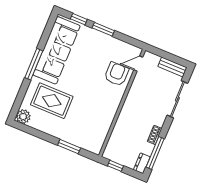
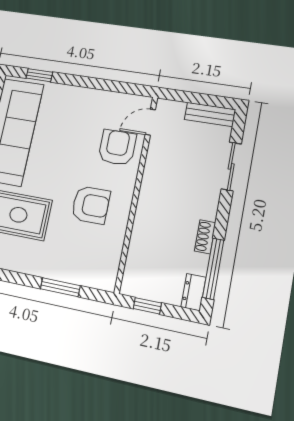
window: (103, 29) -> (81, 81), removed
sliding door: (177, 99) -> (231, 166), width x0.73
armchair: (95, 104) -> (91, 205), added

